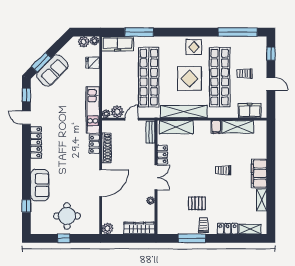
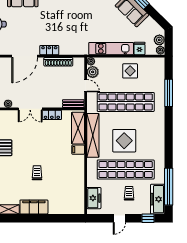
freezer: (118, 44) -> (158, 199), moved
display table: (194, 47) -> (130, 71), moved
kitchen unit: (93, 110) -> (111, 49), moved
filing cabinet: (216, 127) -> (78, 150), moved
shelving: (238, 127) -> (78, 187), removed
locker: (94, 144) -> (49, 50), moved
door: (101, 183) -> (25, 56), hinge flipped

